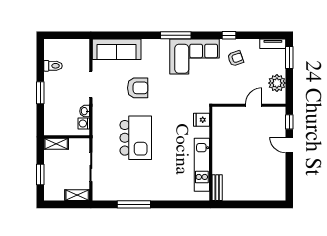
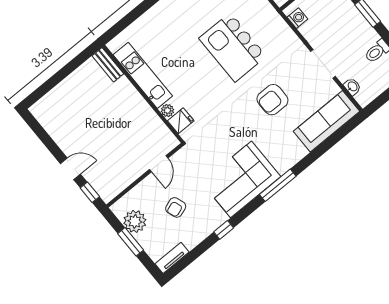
armchair: (235, 58) -> (176, 207), moved
window: (289, 58) -> (131, 242), moved
door: (254, 105) -> (159, 164), moved
washbasin: (85, 111) -> (352, 87), moved
plant: (204, 132) -> (167, 110), added

